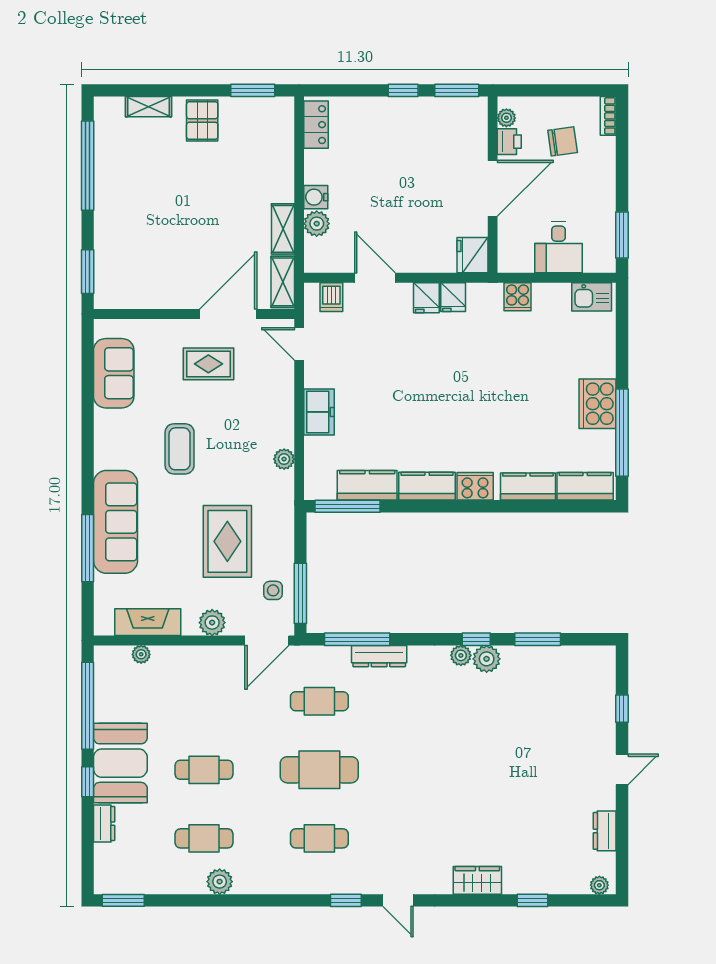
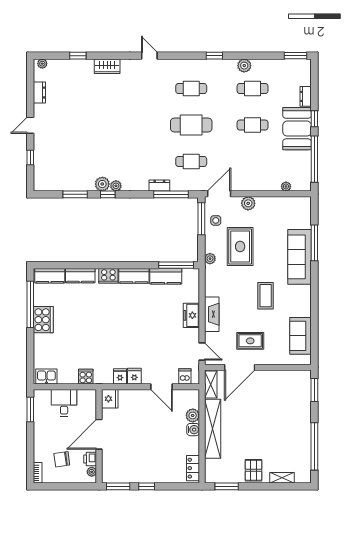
shelving: (283, 229) -> (213, 429), width x2.20, depth x1.33
plant: (284, 459) -> (210, 259), moved
fireplace: (148, 622) -> (212, 314), moved, turned -90
dresser: (379, 656) -> (159, 185), width x0.70
window: (346, 900) -> (214, 56), moved

